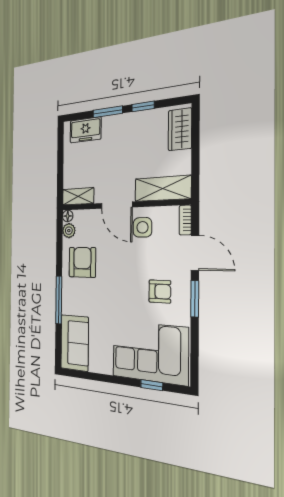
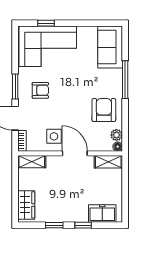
window: (108, 112) -> (83, 225), width x0.67
shelving: (163, 189) -> (32, 162), width x0.67, depth x0.75
armchair: (82, 262) -> (104, 110), turned 180
armchair: (160, 291) -> (40, 90), turned 180

